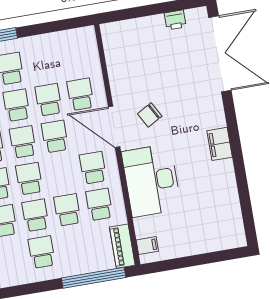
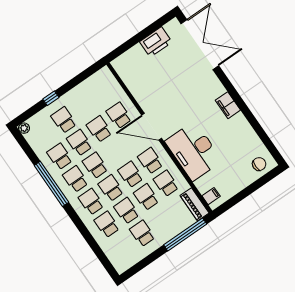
printer: (175, 20) -> (156, 42), width x1.87, depth x1.48
chair: (150, 115) -> (259, 164), moved, turned -151
school desk: (55, 136) -> (131, 174), moved

